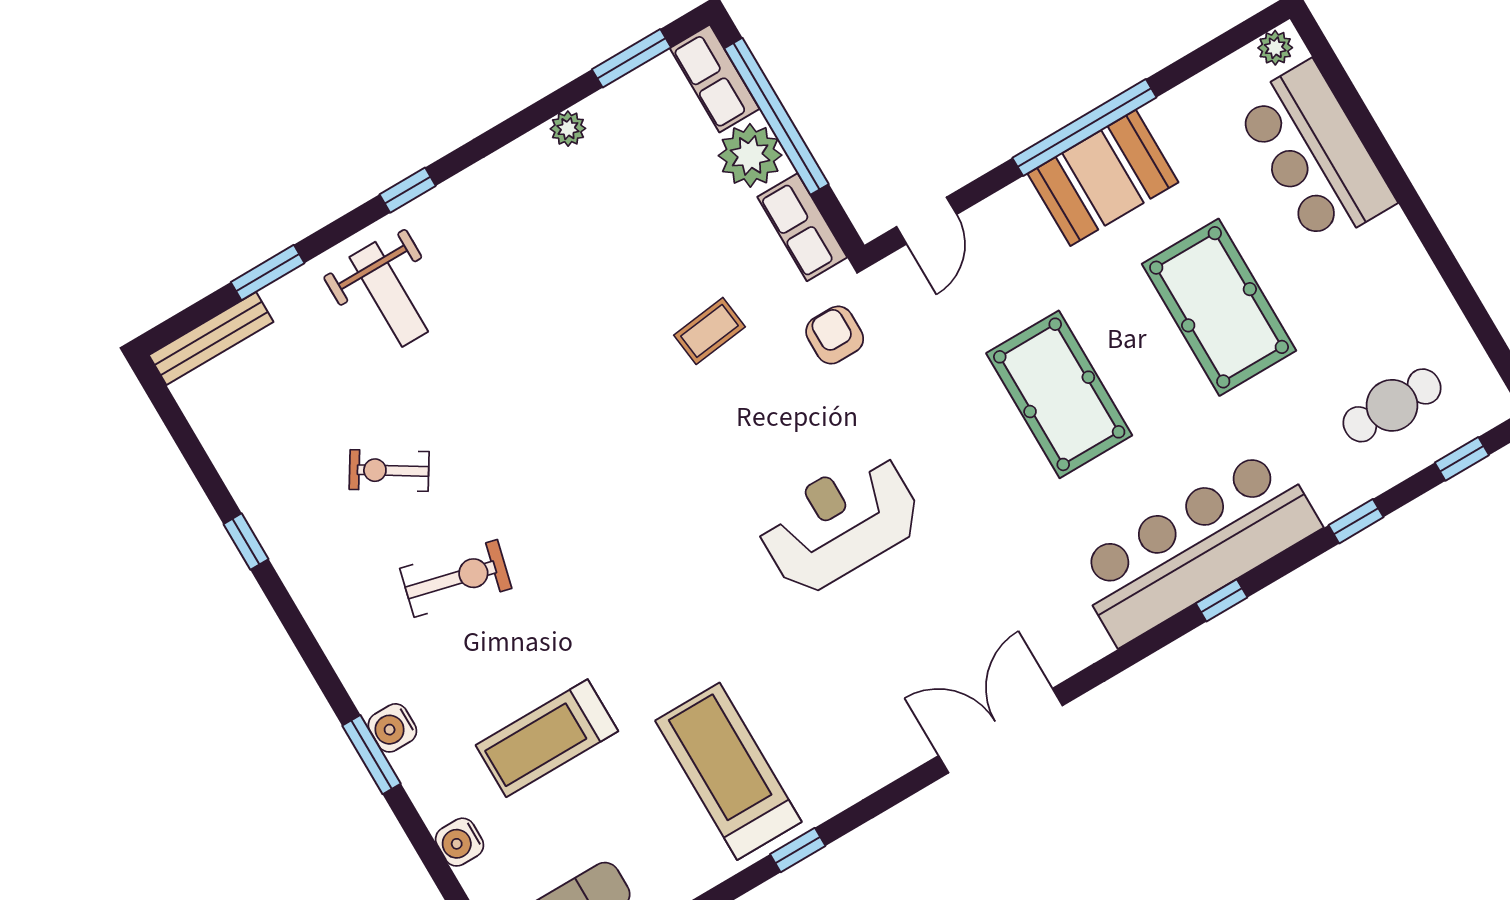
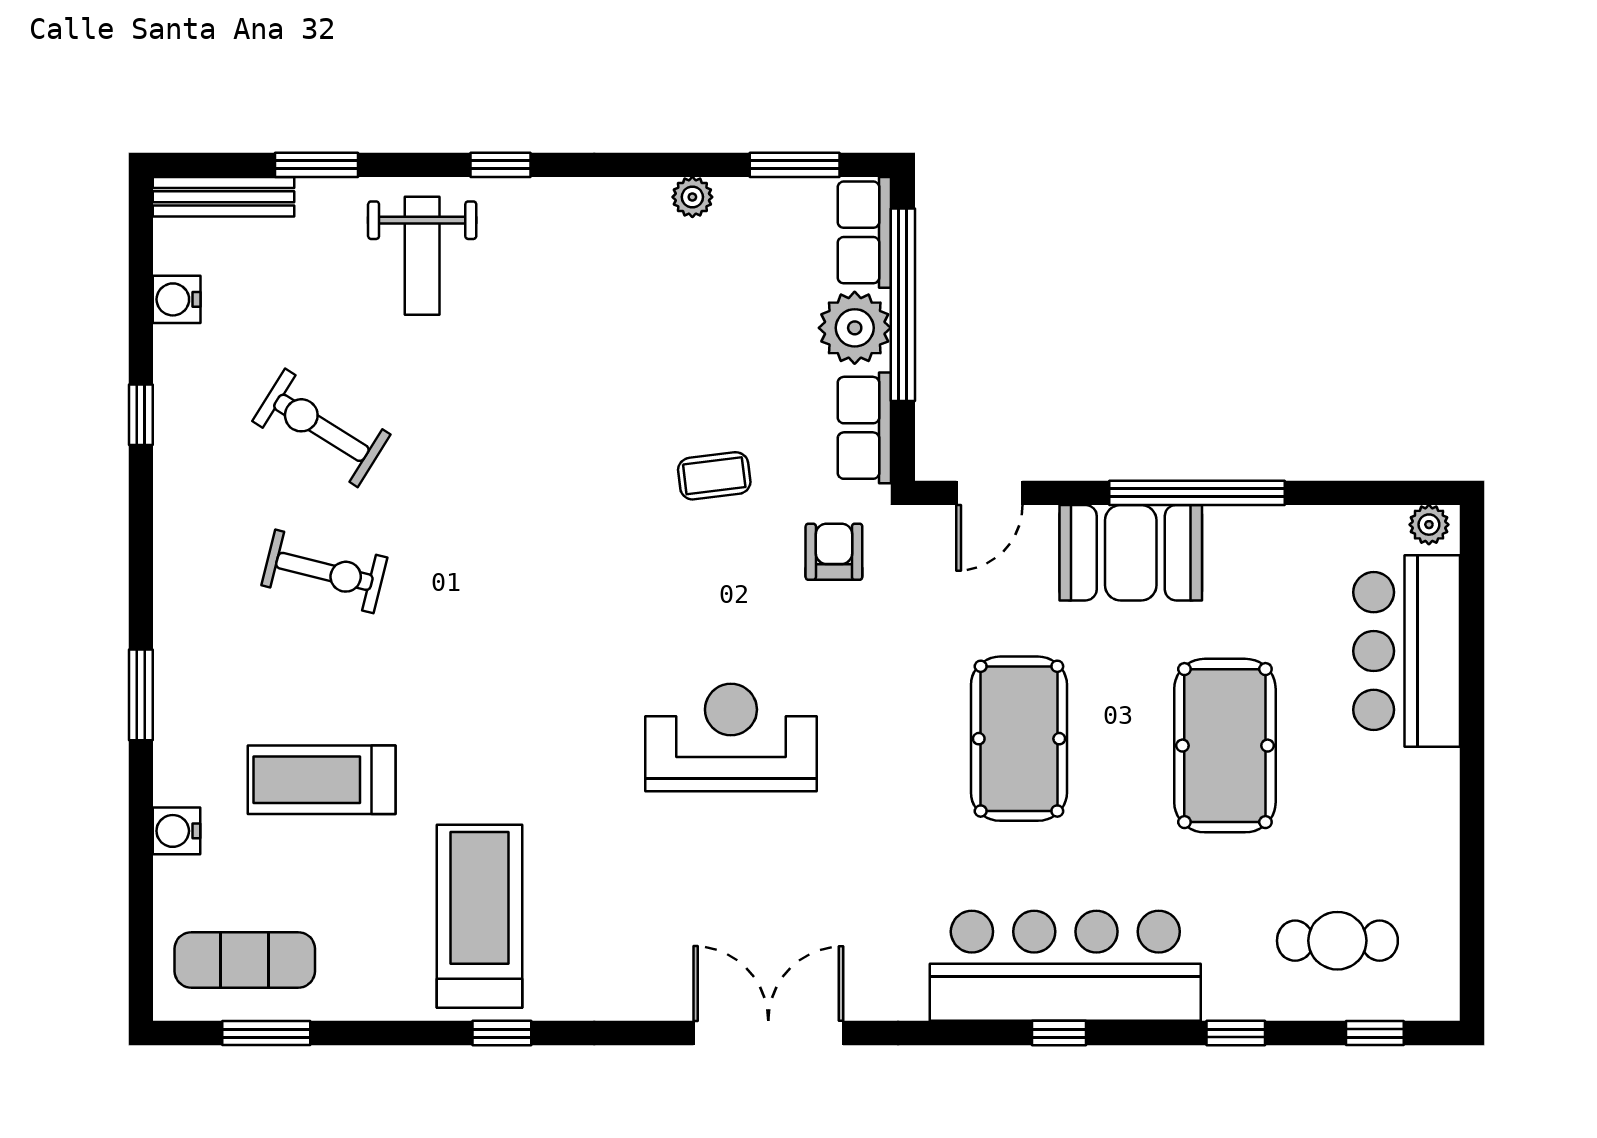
booth: (1103, 178) -> (1131, 553), moved
exercise bike: (389, 470) -> (321, 428), width x1.38, depth x1.39
water cooler: (392, 728) -> (177, 299), moved

